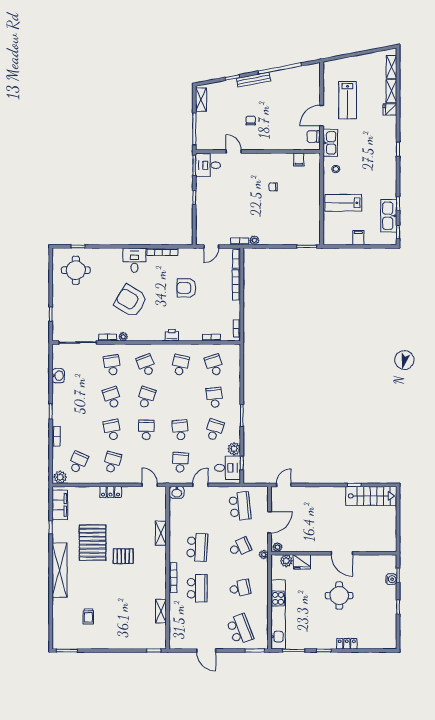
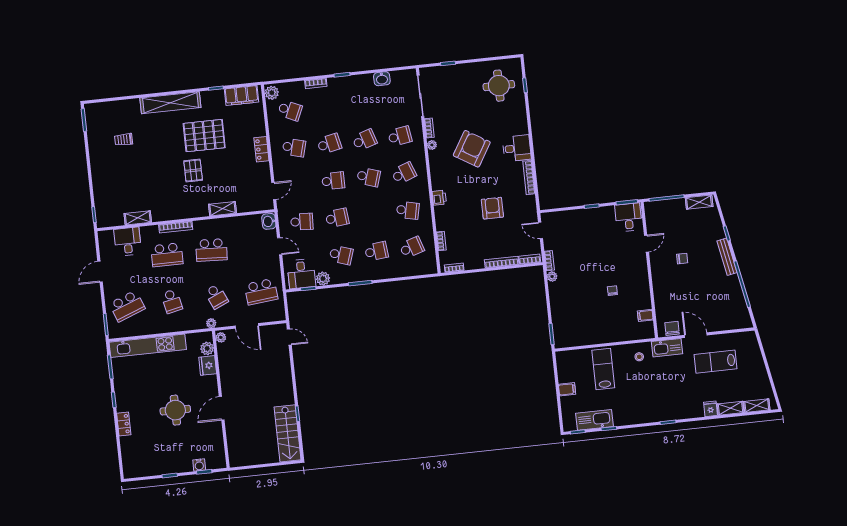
desk: (181, 623) -> (128, 242), added

